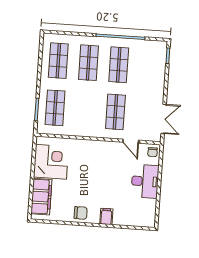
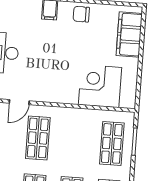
door: (131, 141) -> (19, 102), swing flipped
corner desk: (51, 162) -> (100, 86), moved, turned 90

